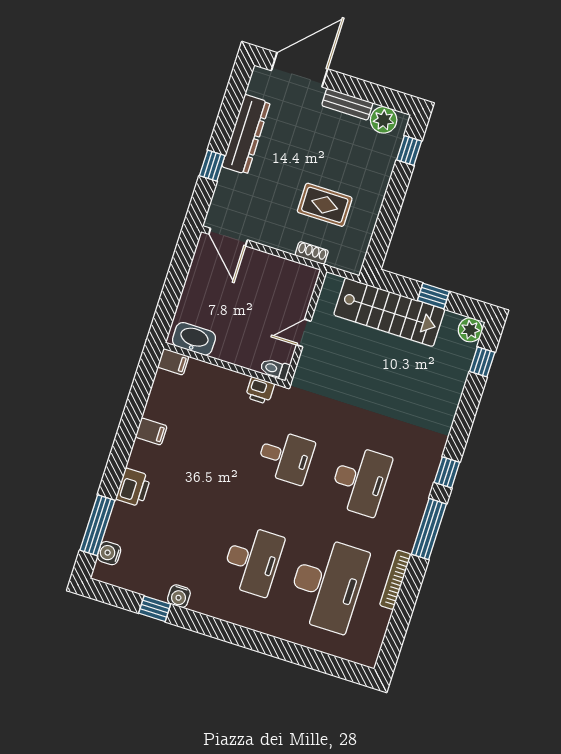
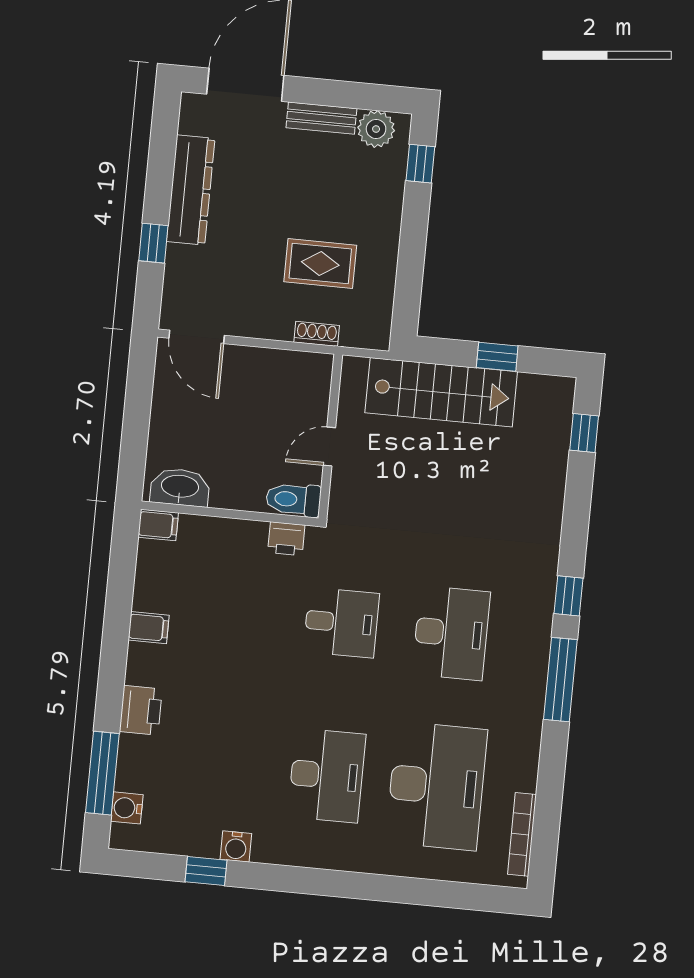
plant: (470, 330) -> (558, 393), removed
toilet: (275, 369) -> (293, 500), width x1.37, depth x1.39
bookcase: (395, 580) -> (522, 834), moved

